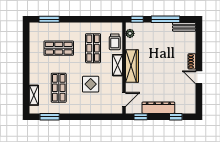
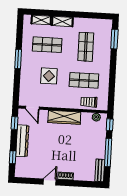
shelving: (118, 65) -> (62, 22), moved
window: (50, 117) -> (18, 59), moved

